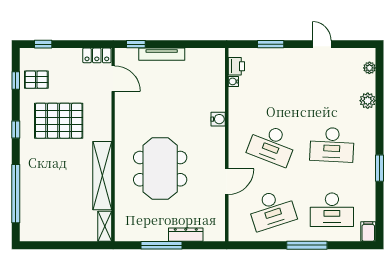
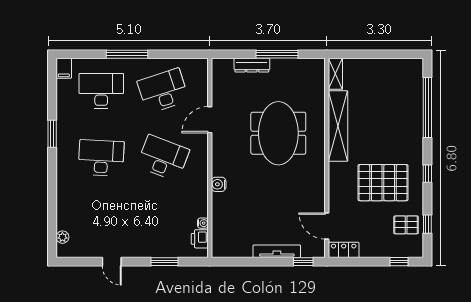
plant: (368, 101) -> (64, 203), removed

